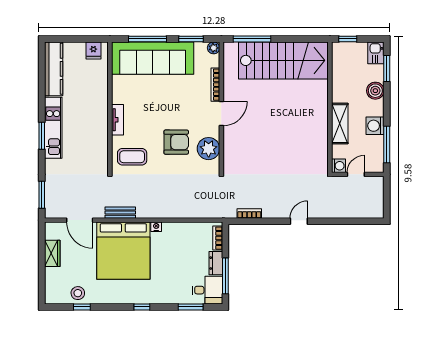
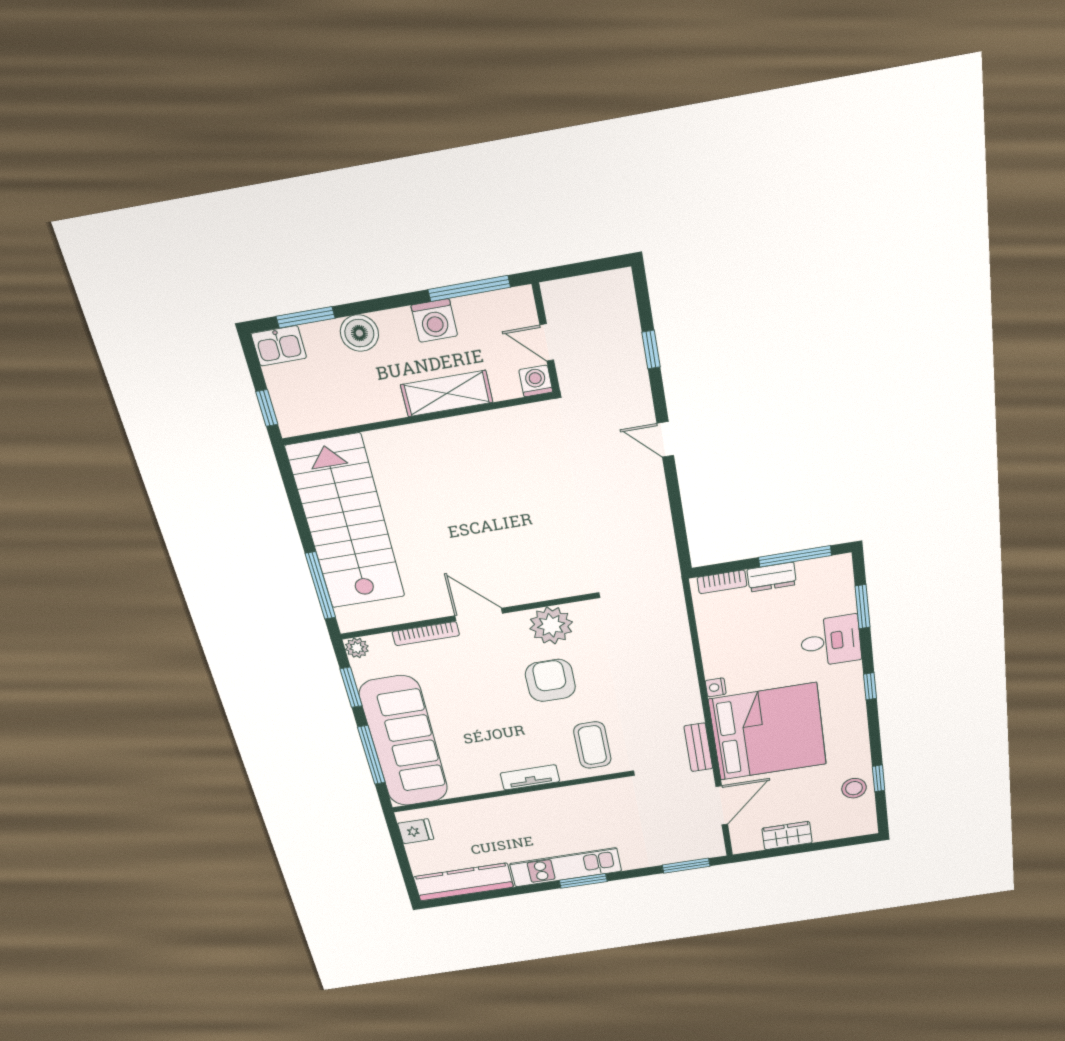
bookcase: (249, 213) -> (665, 534), removed
window: (344, 221) -> (651, 350), added
desk: (207, 290) -> (831, 641), moved, turned 90

